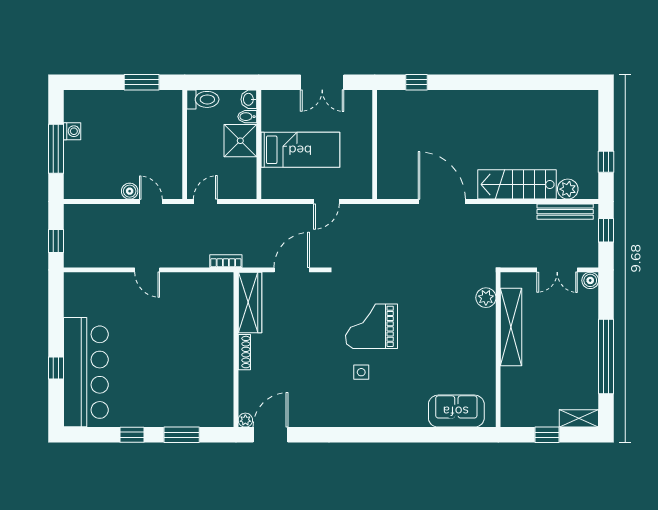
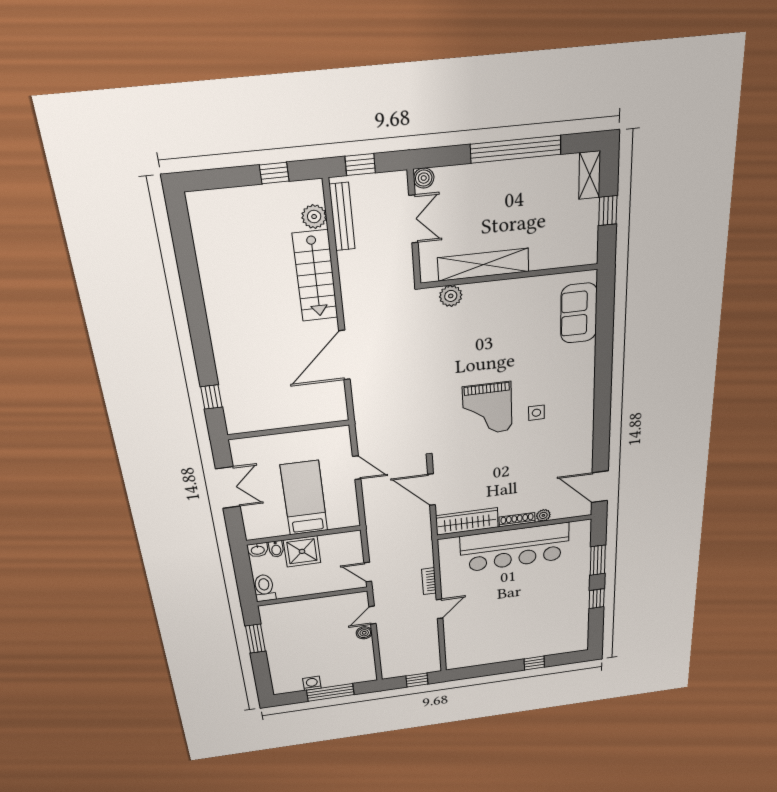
bookcase: (226, 261) -> (429, 581), moved
bar counter: (86, 372) -> (515, 547), moved, turned 180
plant: (245, 420) -> (543, 515), moved

